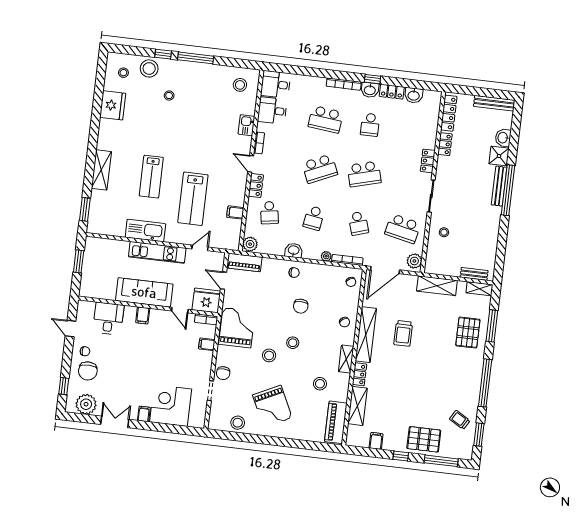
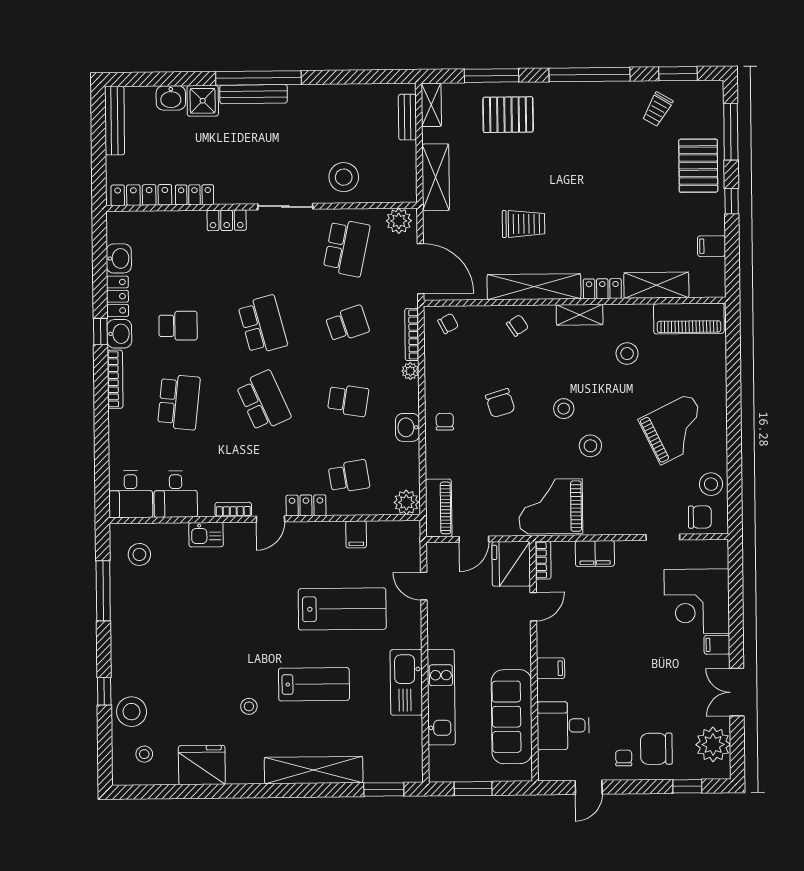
window: (196, 58) -> (103, 591), moved
stool: (169, 96) -> (249, 706), moved
shelving: (101, 170) -> (314, 770), width x1.47
stool: (444, 232) -> (344, 177), width x1.89, depth x1.89
kitchen unit: (157, 252) -> (441, 697), moved
sofa: (144, 292) -> (512, 717), moved
chair: (301, 306) -> (500, 403), turned 73
filing cabinet: (207, 344) -> (595, 554), width x2.00
chair: (88, 371) -> (656, 749), turned 180
chair: (223, 373) -> (700, 517), moved

